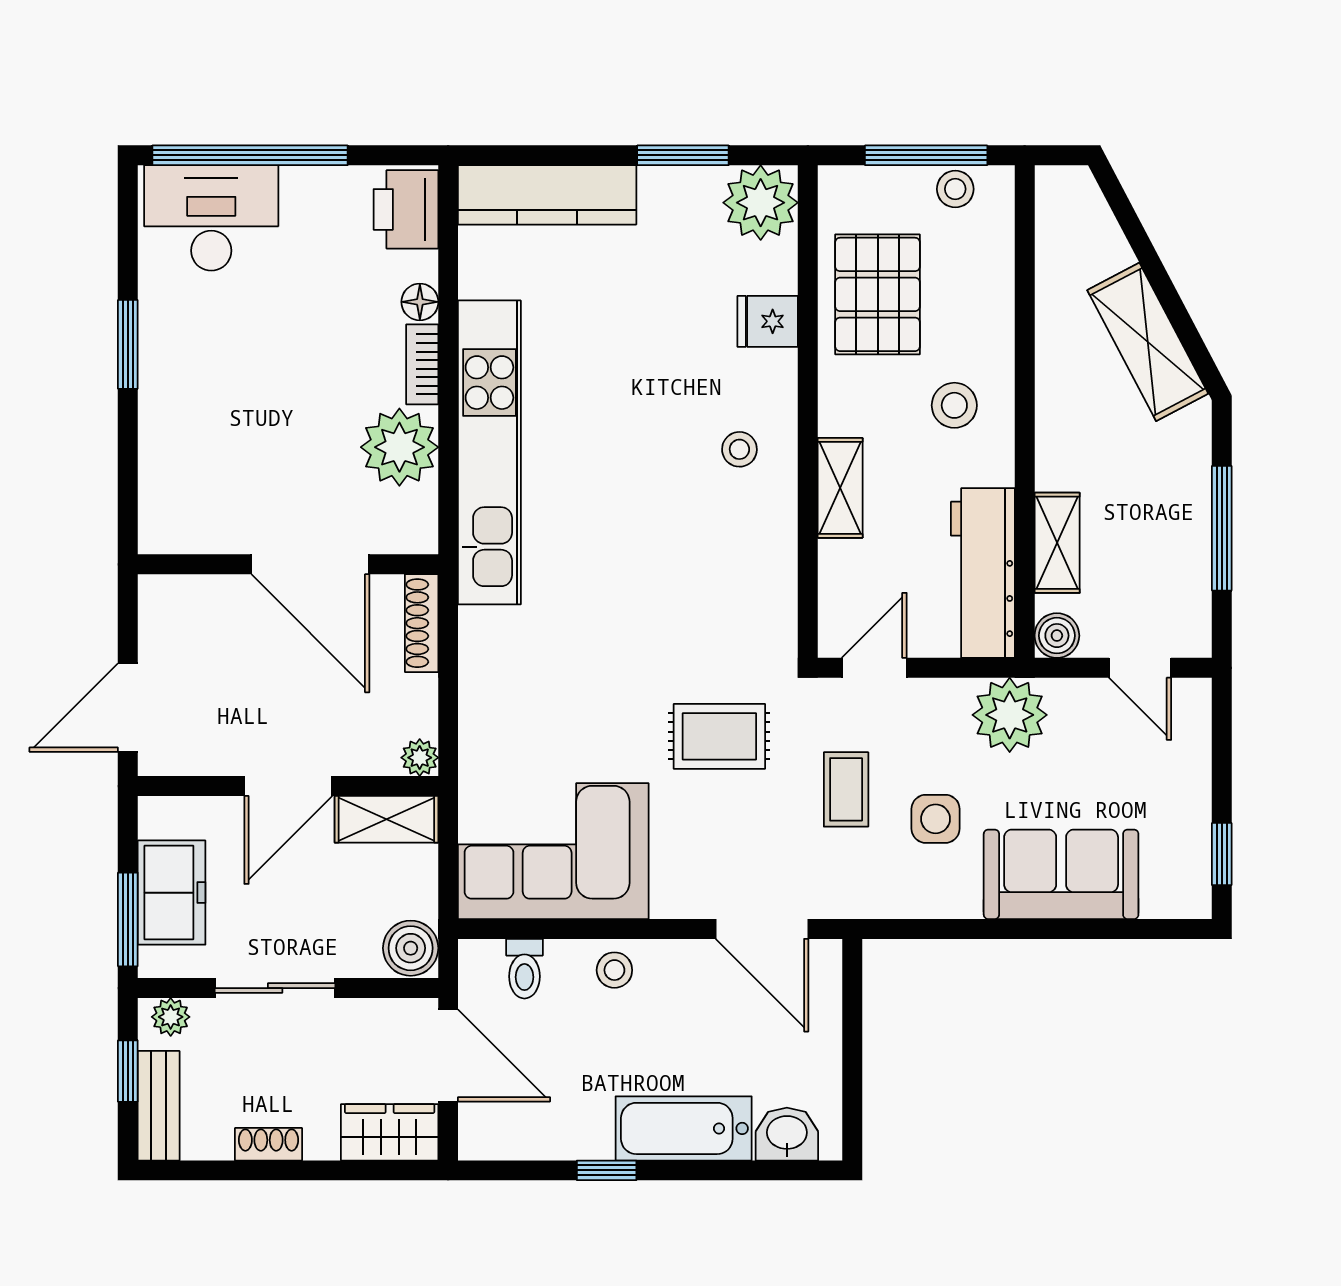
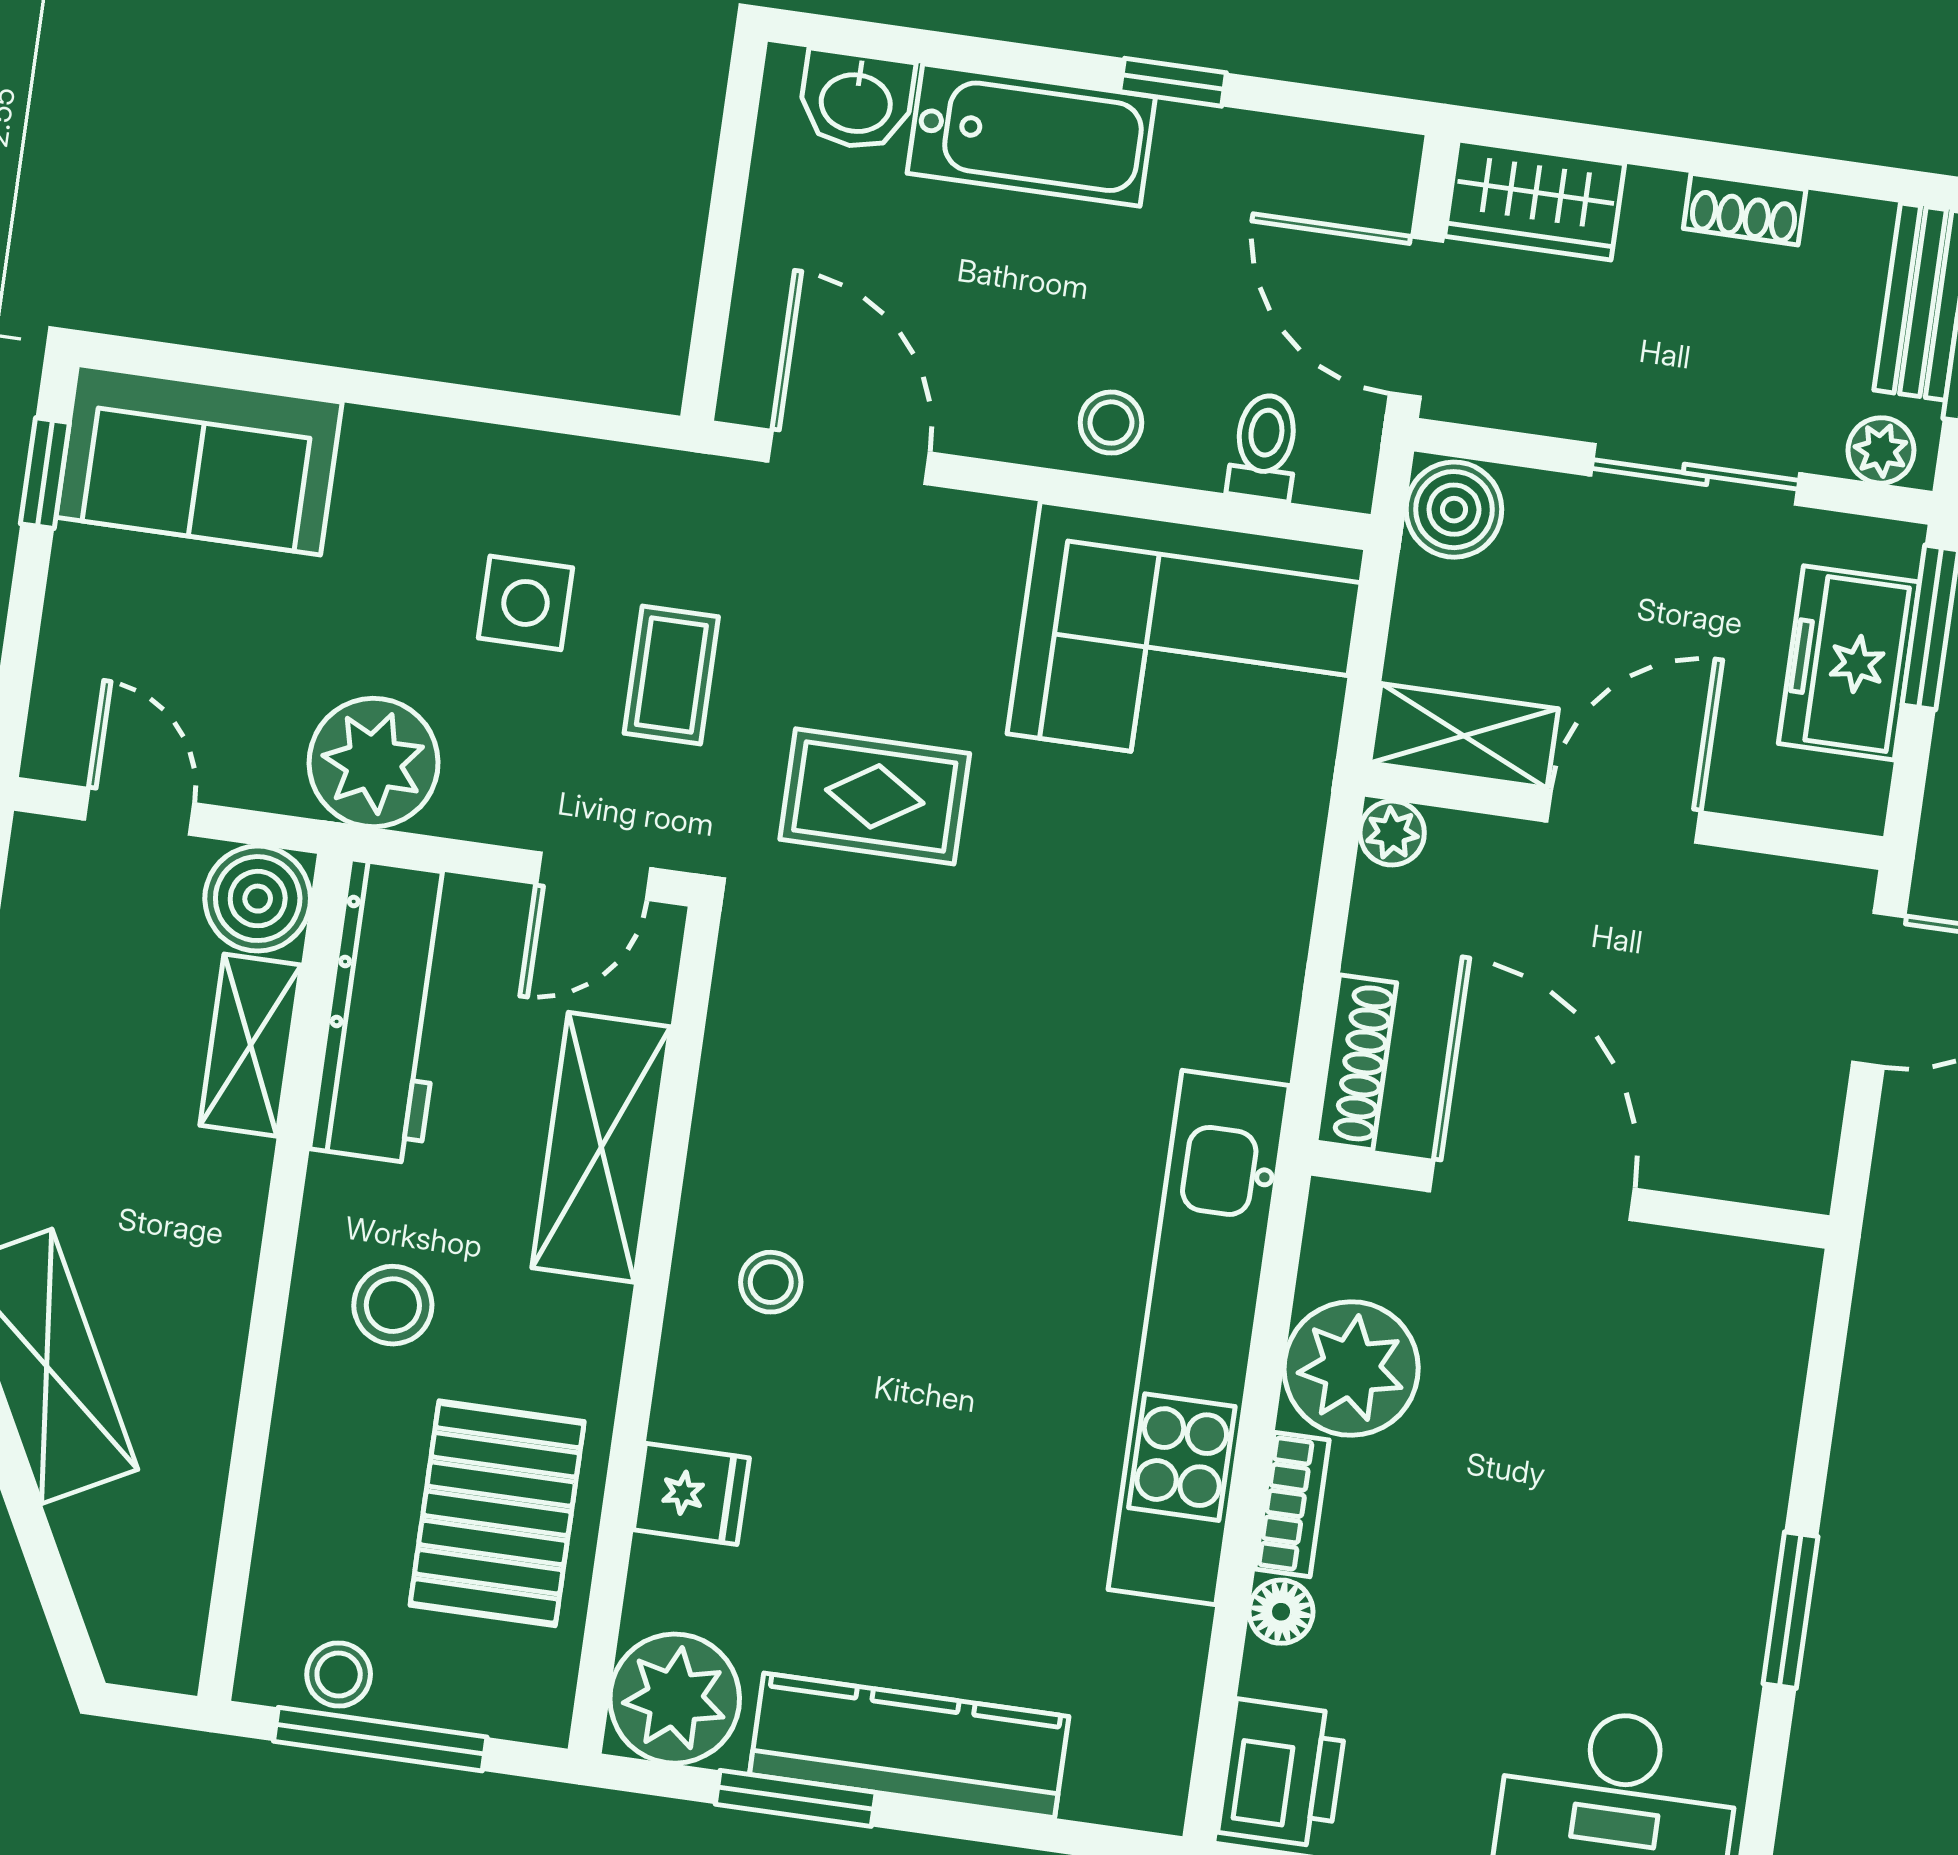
kitchen counter: (547, 195) -> (909, 1745), moved
shelving: (840, 488) -> (601, 1147), width x1.50, depth x1.33
boiler: (1057, 636) -> (258, 899), width x1.36, depth x1.36
sofa: (1061, 874) -> (199, 460), moved

